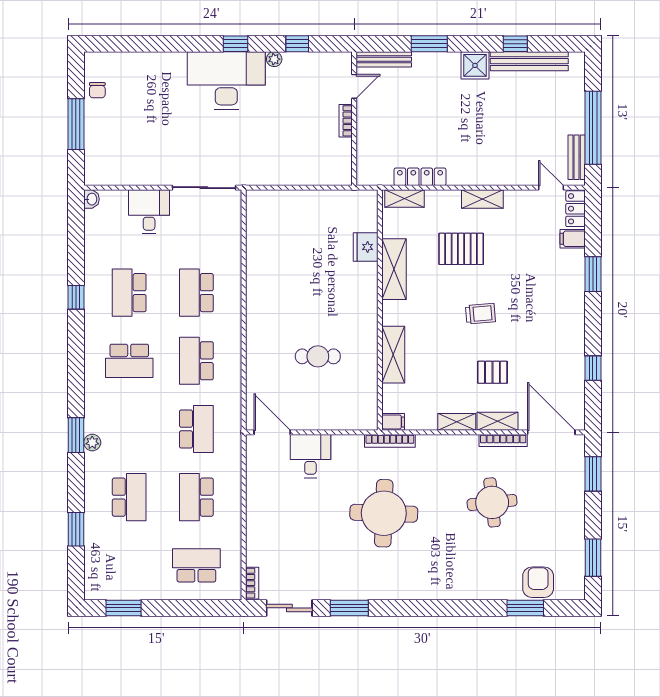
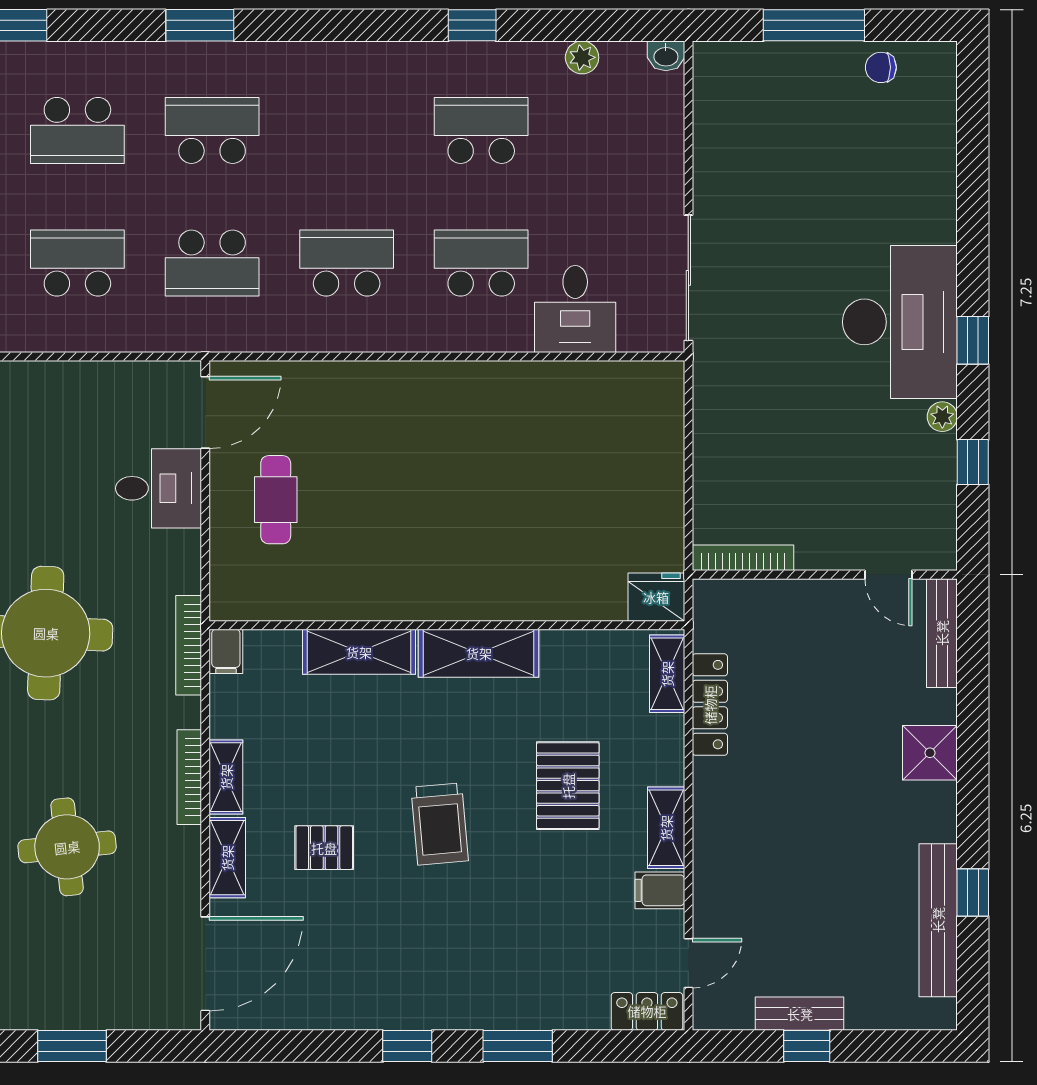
window: (429, 44) -> (973, 723), removed
shower: (475, 65) -> (930, 753), moved
bookcase: (346, 121) -> (743, 558), moved, width x1.56
window: (593, 128) -> (807, 1046), width x0.32
bench: (577, 157) -> (800, 1014), moved
desk: (149, 212) -> (575, 309), moved, turned 90
filing cabinet: (573, 239) -> (660, 890), moved, turned -90
fridge: (366, 247) -> (656, 597), moved
shelving: (394, 269) -> (479, 653), moved
trolley: (480, 314) -> (440, 824), width x1.36, depth x1.39
cafe table: (318, 356) -> (276, 500), moved
school desk: (129, 361) -> (212, 130), moved, turned 90
window: (593, 368) -> (407, 1046), moved
pallet: (492, 372) -> (324, 848), turned 90
bookcase: (503, 441) -> (189, 777), moved
plant: (92, 442) -> (582, 57), moved
window: (593, 474) -> (72, 1046), moved

